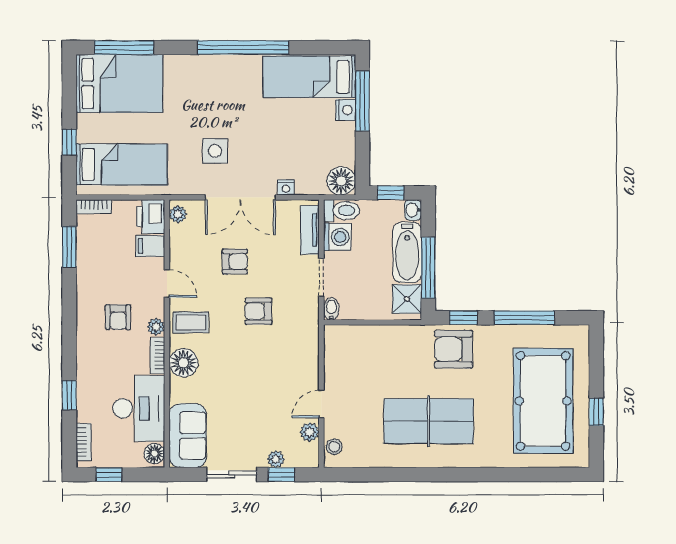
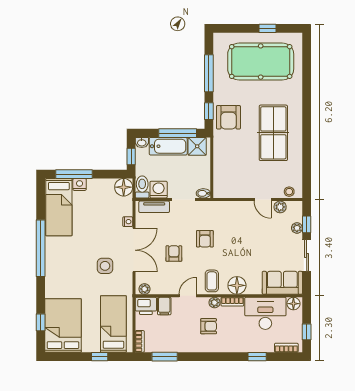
window: (124, 47) -> (41, 322), width x0.46

